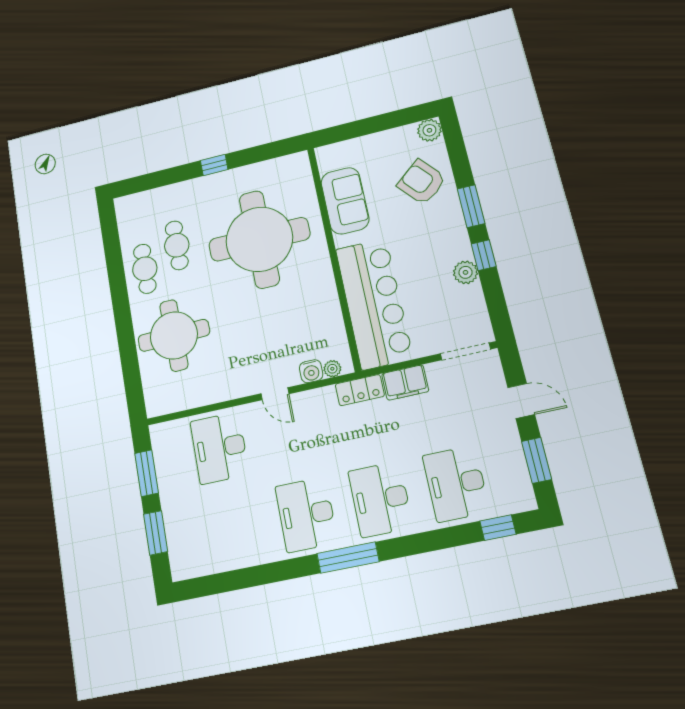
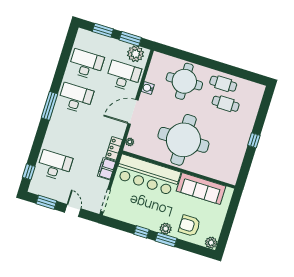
armchair: (422, 182) -> (189, 226), turned -140
sofa: (345, 201) -> (201, 189), width x1.36
round table: (259, 239) -> (183, 140), moved
plant: (465, 272) -> (166, 229), moved
water cooler: (311, 371) -> (148, 88), moved
door: (275, 394) -> (133, 112), width x1.87
door: (521, 401) -> (73, 210), swing flipped
plant: (169, 448) -> (136, 54), added
desk: (380, 499) -> (86, 64), moved

